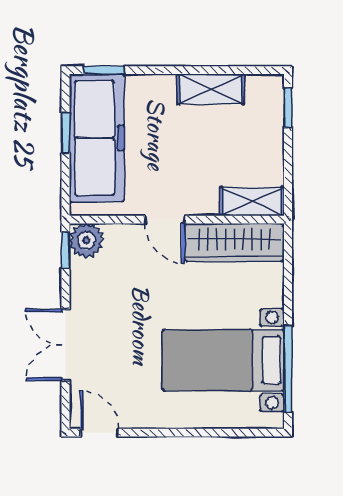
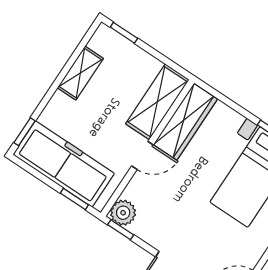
window: (66, 133) -> (74, 199), moved
shelving: (252, 201) -> (157, 102), width x1.50, depth x1.33

